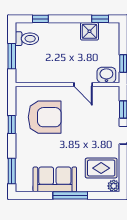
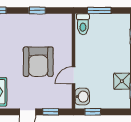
toilet: (27, 39) -> (83, 24), moved
armchair: (45, 117) -> (38, 62), moved

